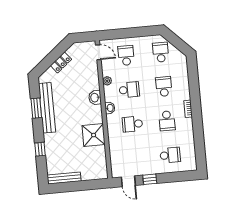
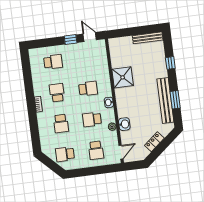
door: (98, 52) -> (121, 152), swing flipped
school desk: (161, 52) -> (65, 154), turned 90
washbasin: (95, 98) -> (124, 124), moved
school desk: (170, 155) -> (53, 62), turned 180

